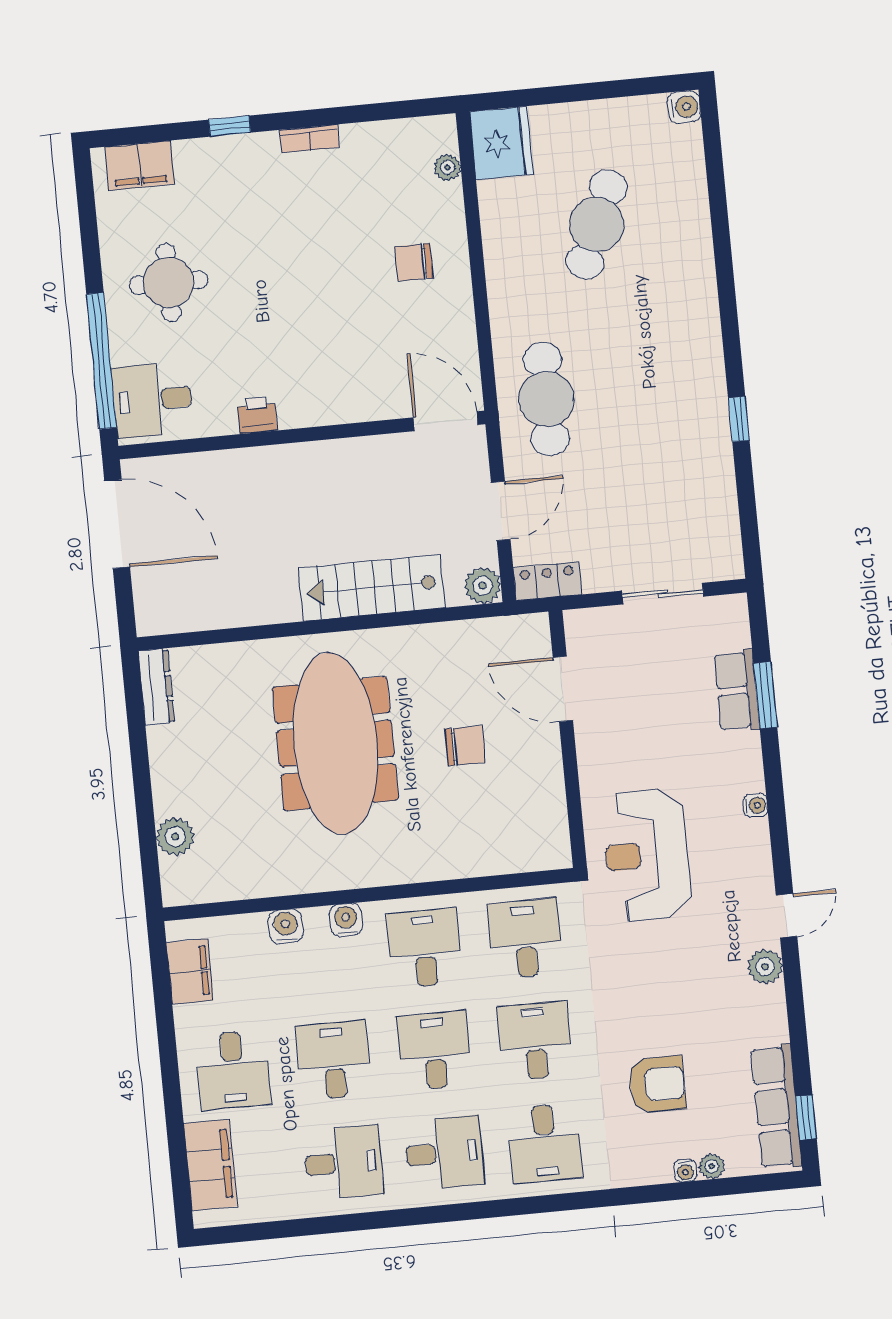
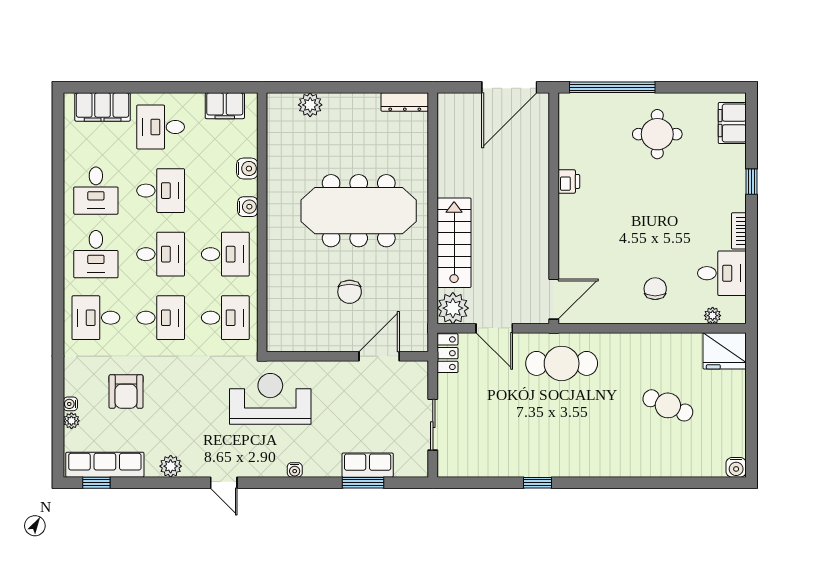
cafe table: (597, 224) -> (668, 405), width x0.73, depth x0.74
desk: (153, 400) -> (722, 273), moved, turned 90
plant: (483, 586) -> (453, 308), width x1.36, depth x1.36
plant: (765, 967) -> (171, 466), moved

